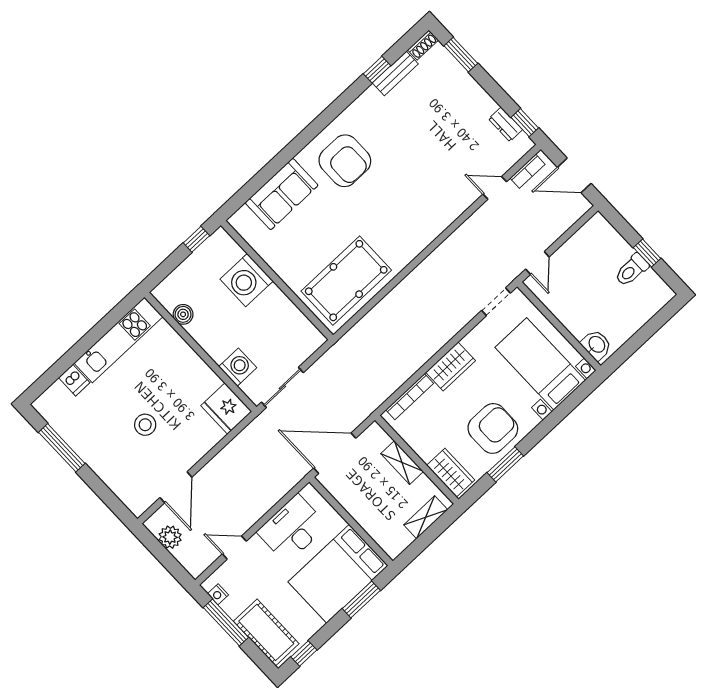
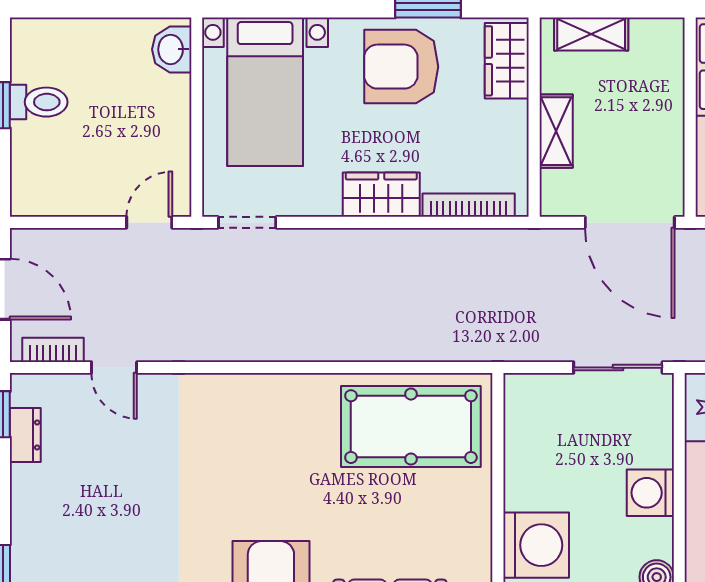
washing machine: (238, 367) -> (650, 493), moved

